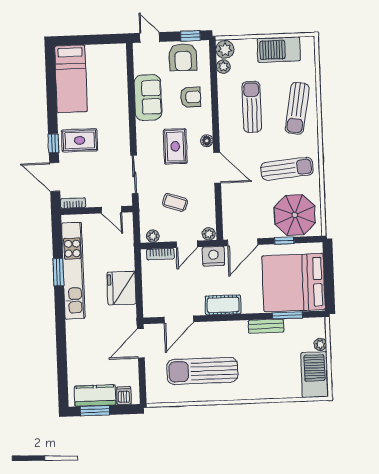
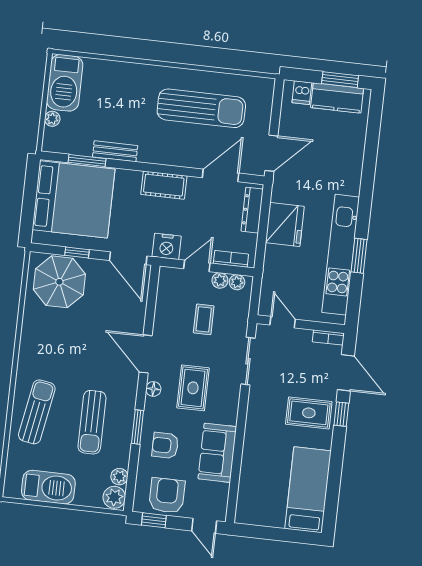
window: (215, 108) -> (137, 427), added
sun lounger: (287, 169) -> (60, 340), removed
coffee table: (175, 202) -> (204, 319), turned 72
plant: (209, 234) -> (220, 280), moved
door: (243, 242) -> (128, 258), swing flipped
dresser: (149, 296) -> (252, 210), added

